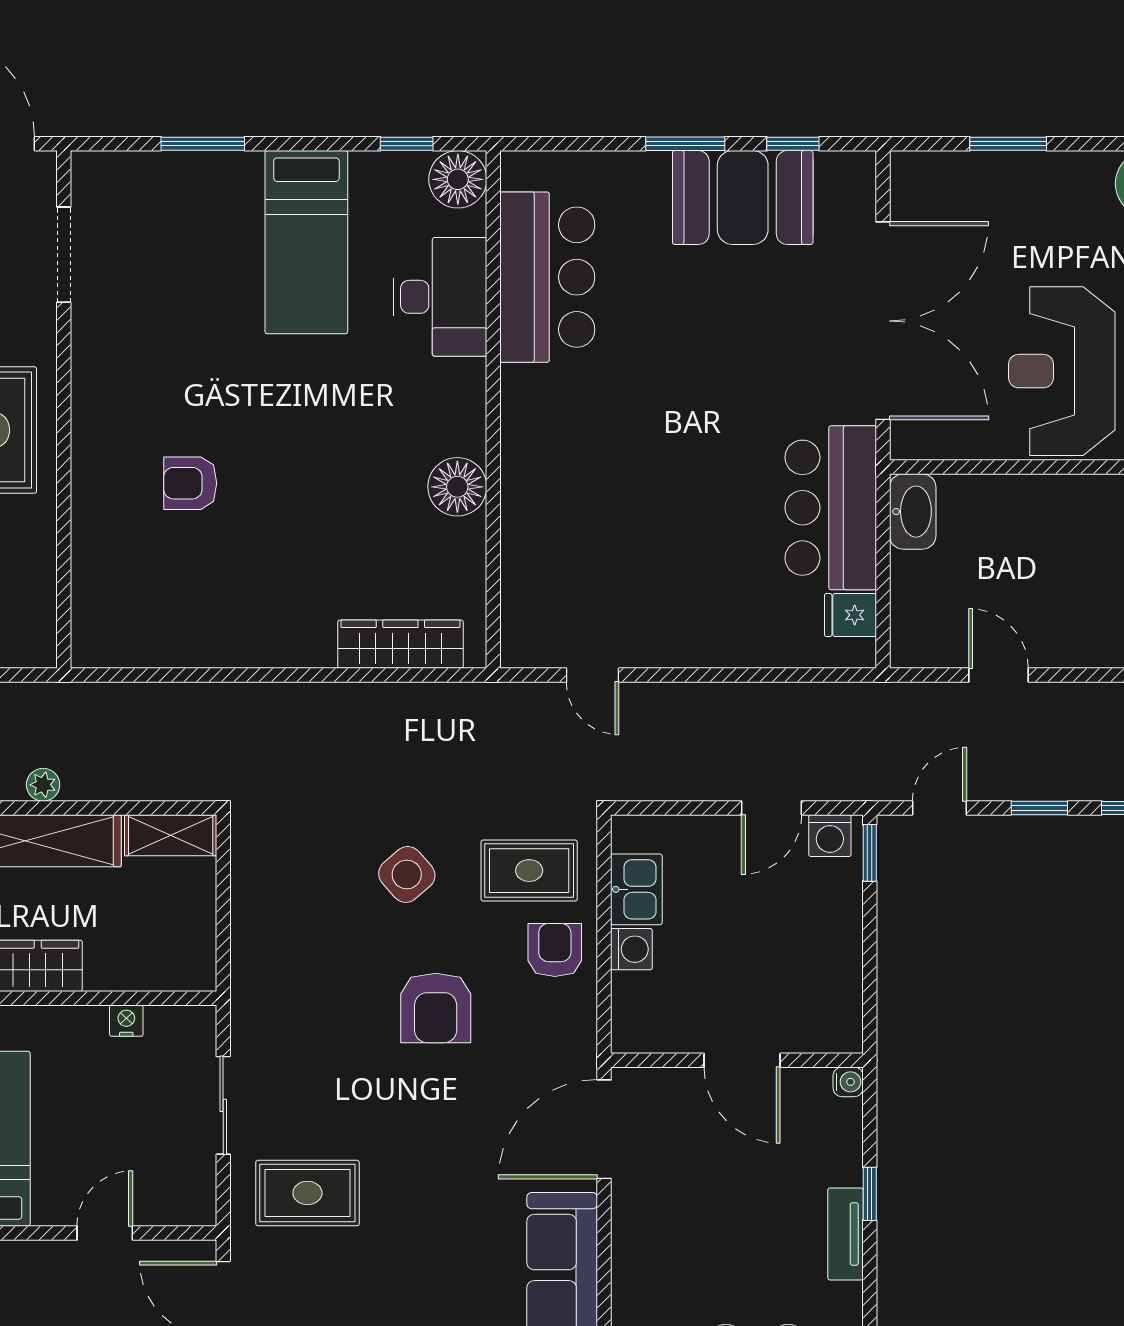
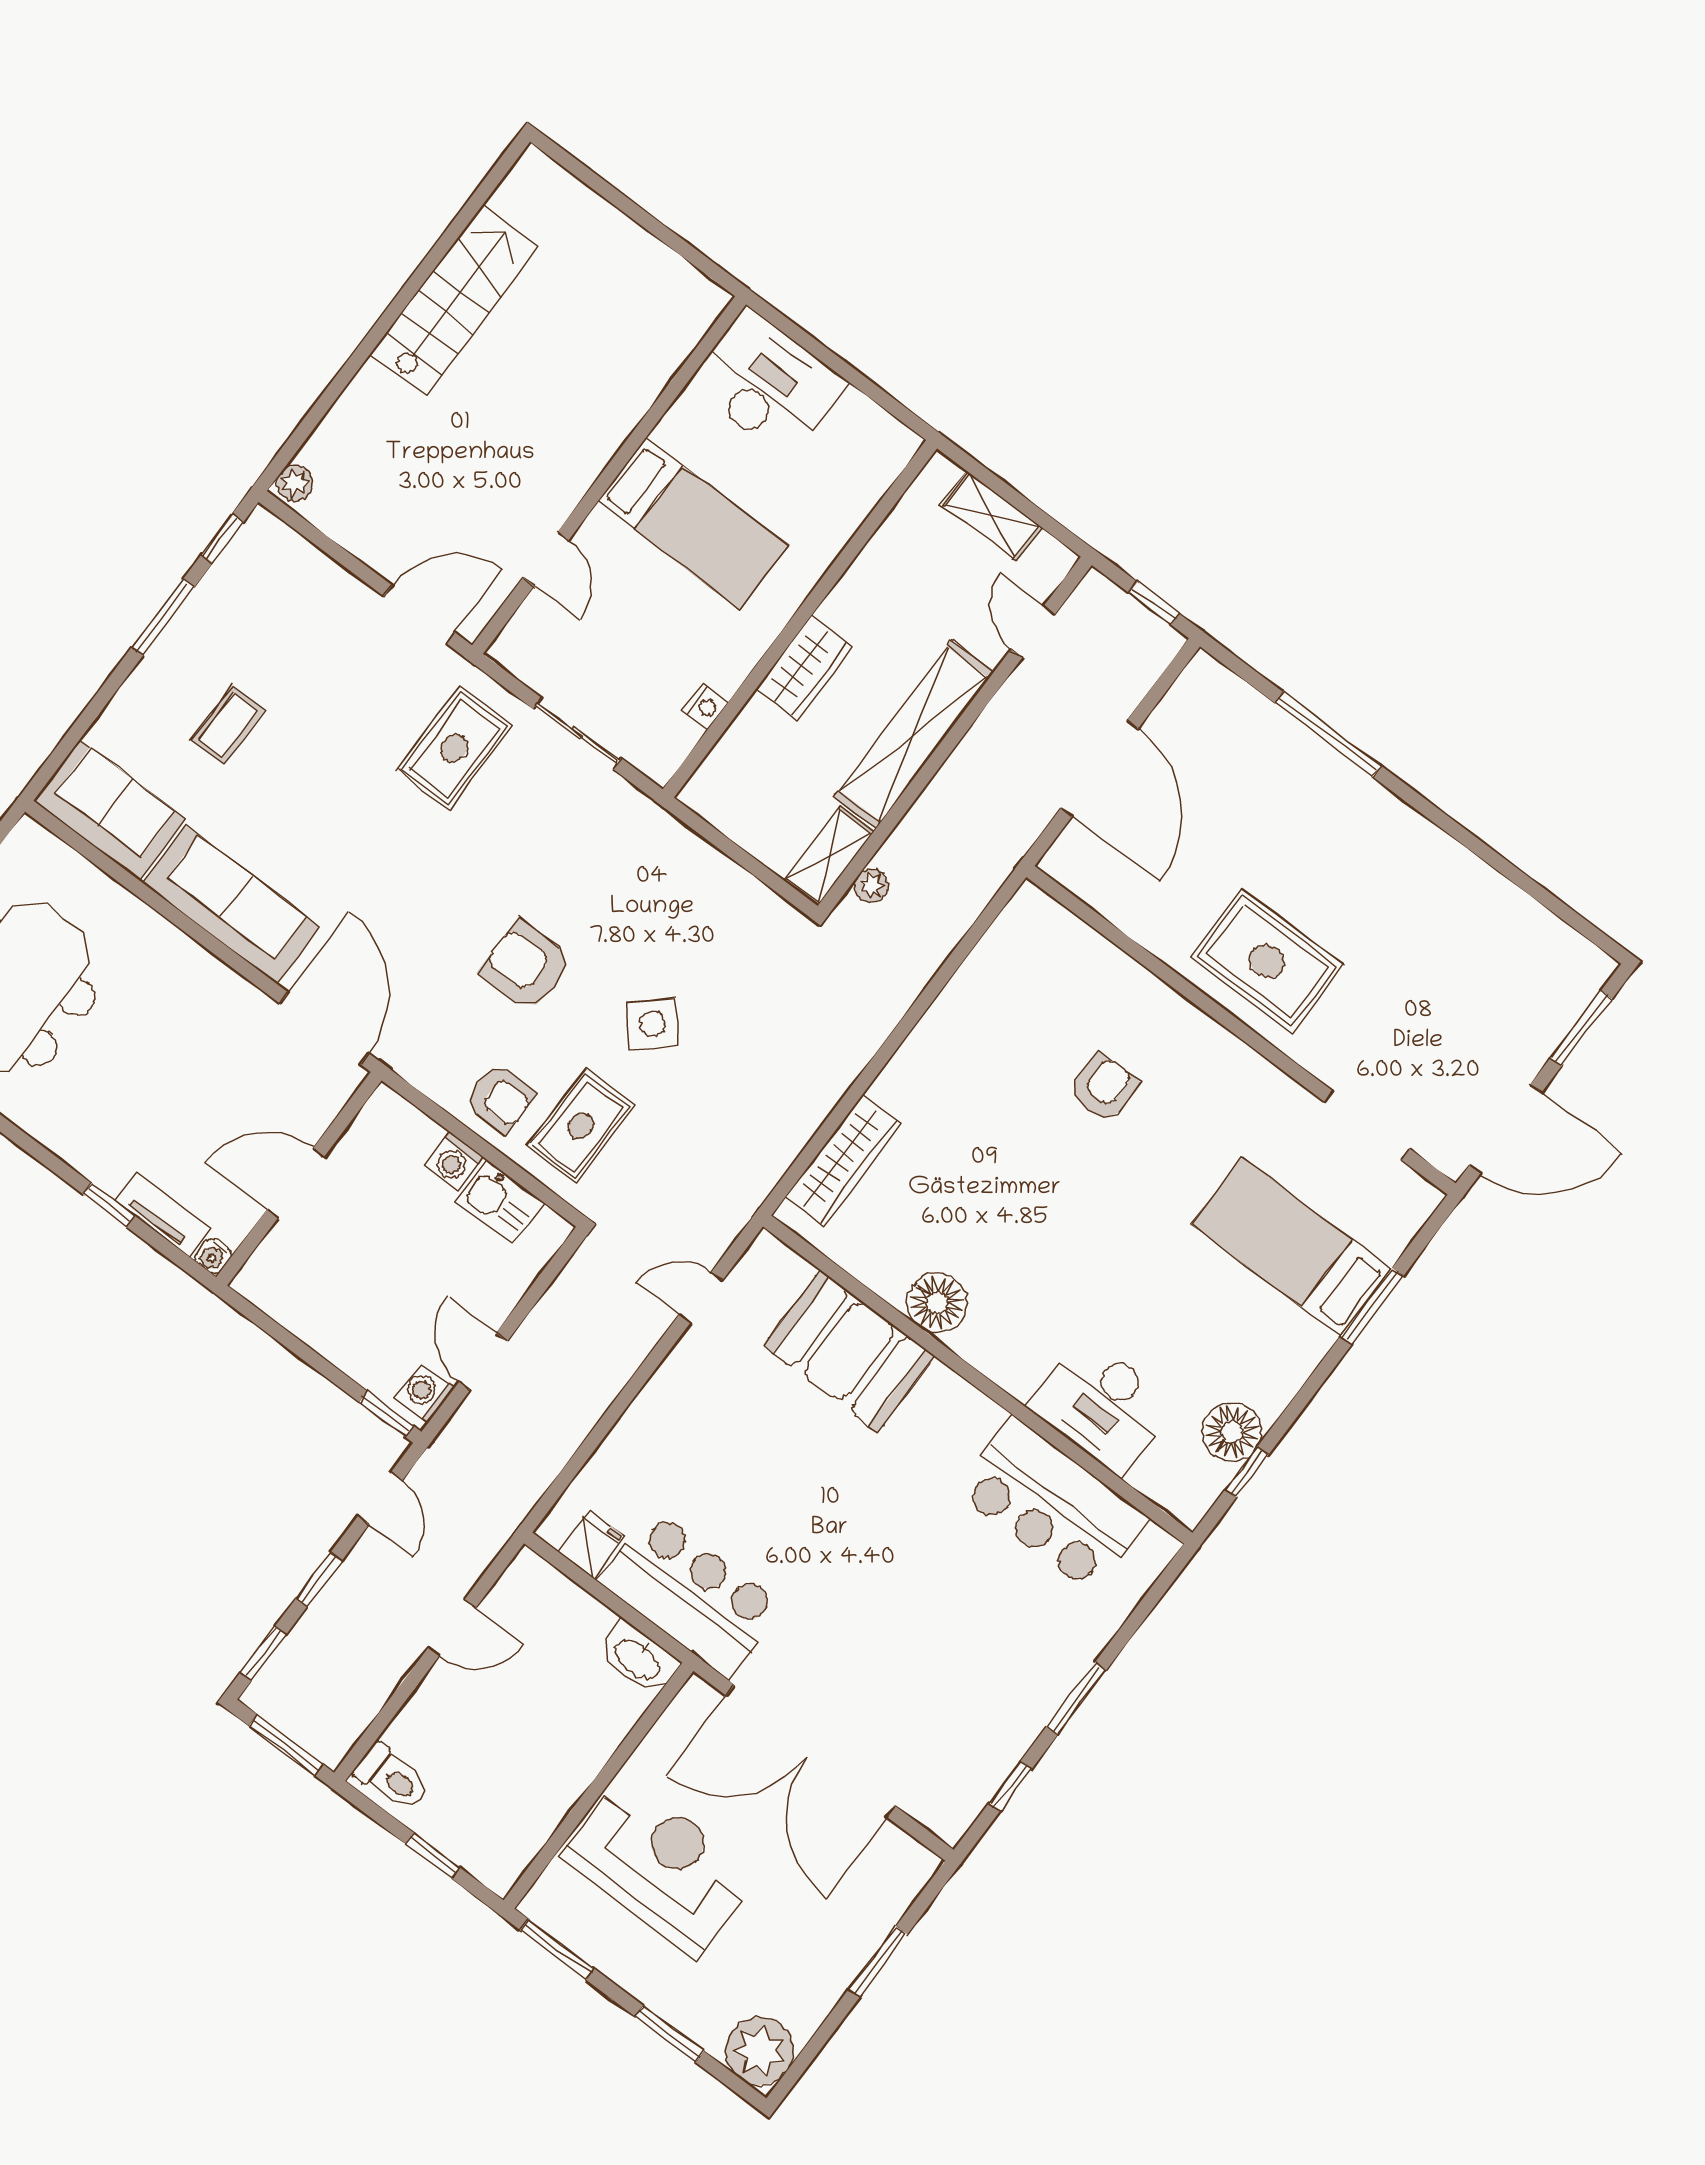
floor lamp: (458, 179) -> (1232, 1432), moved
booth: (743, 198) -> (849, 1351), moved, turned 90
bed: (306, 242) -> (1291, 1247), moved
plant: (43, 785) -> (871, 885), moved
tv unit: (845, 1234) -> (162, 1214), moved

